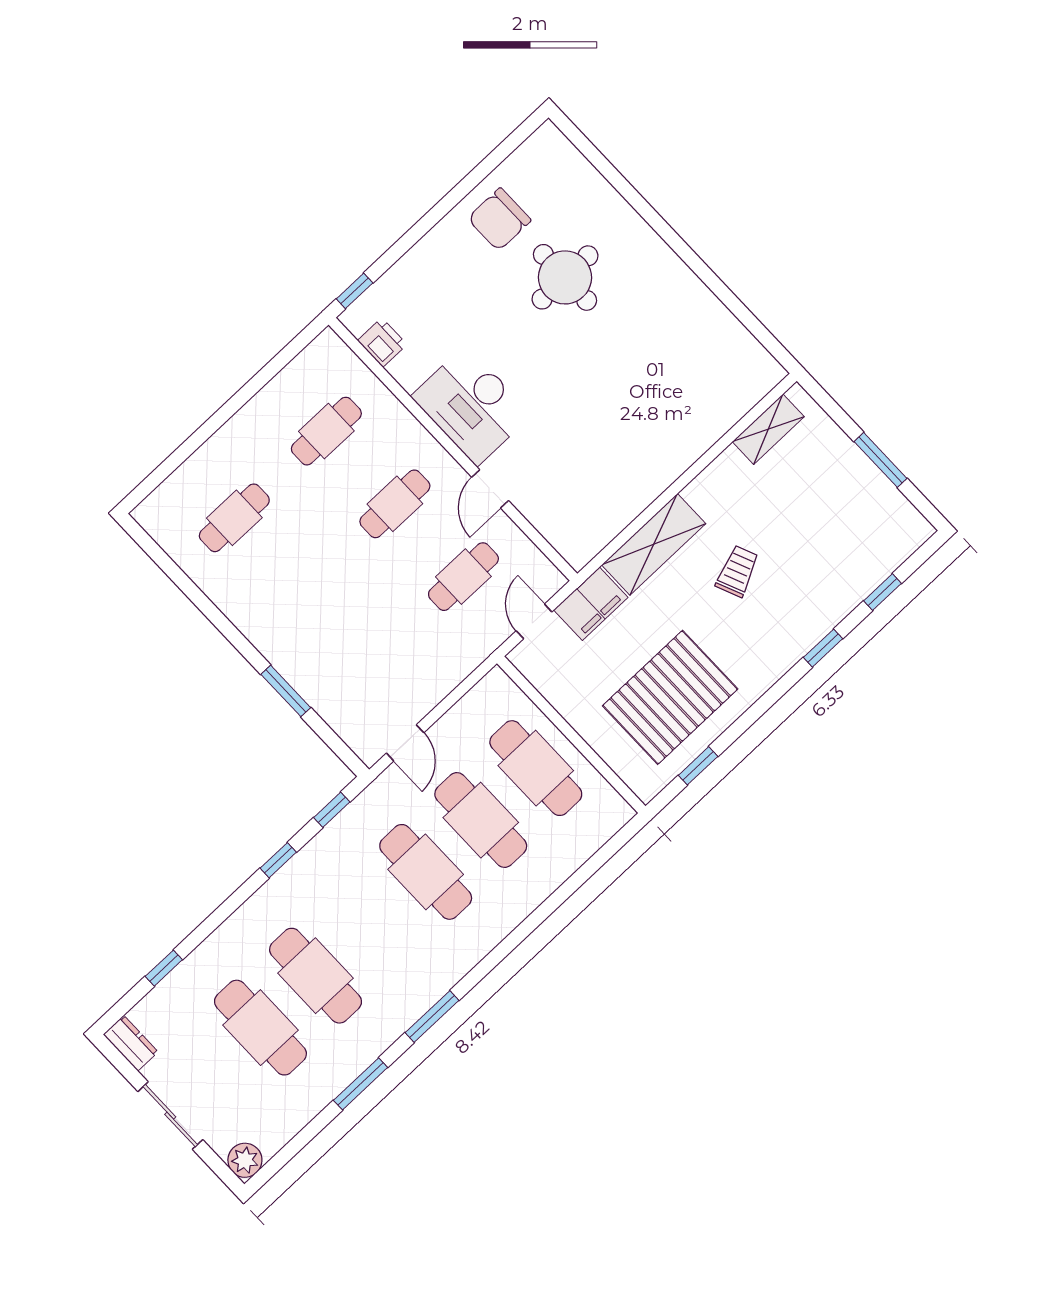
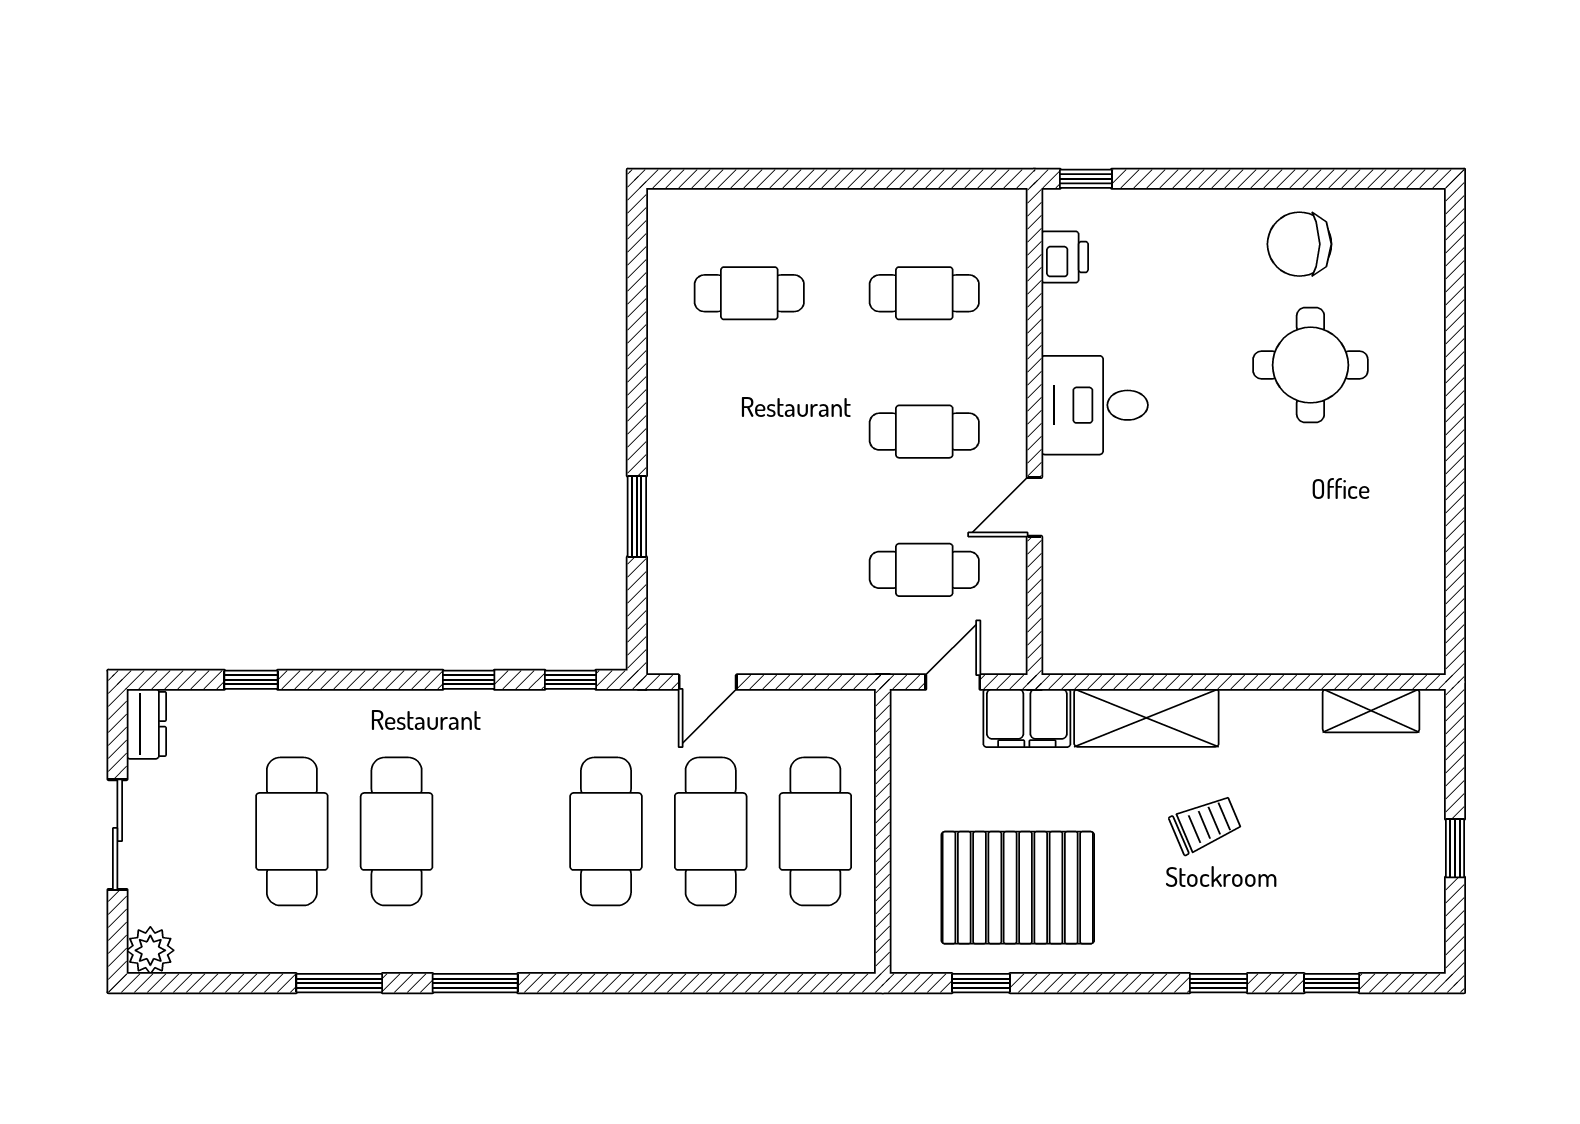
desk: (471, 406) -> (1095, 405), width x0.73
window: (880, 460) -> (1455, 848), width x0.67

